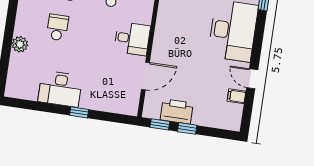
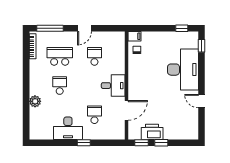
school desk: (100, 75) -> (94, 115), added
filing cabinet: (236, 96) -> (192, 115), removed

